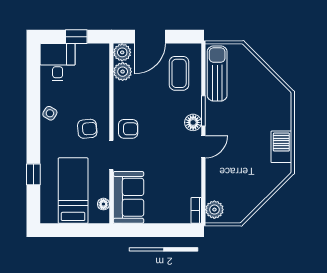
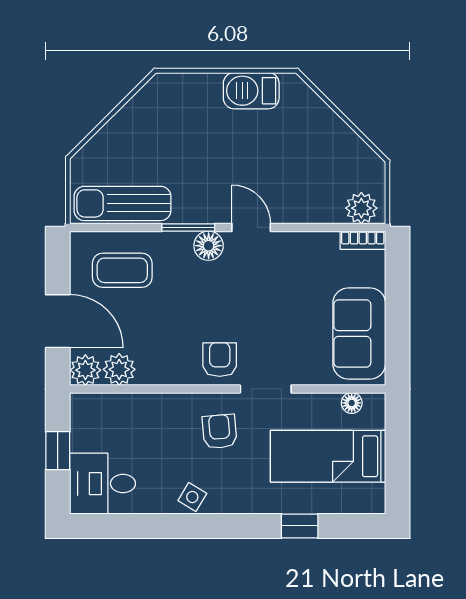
sofa: (129, 197) -> (359, 334), moved, turned -90

